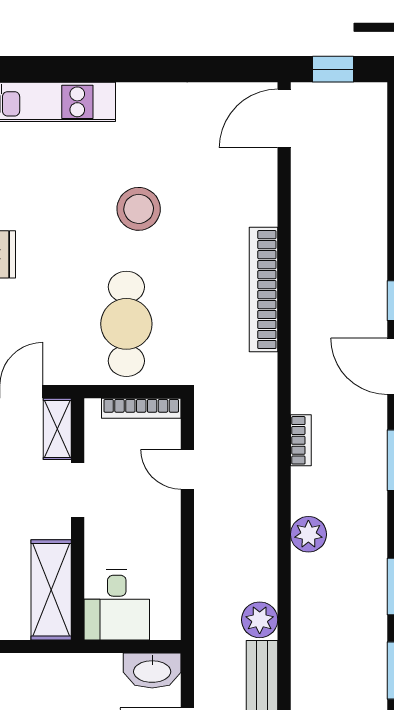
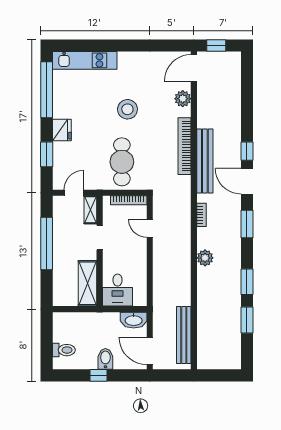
bench: (308, 322) -> (205, 161), added
plant: (260, 620) -> (183, 99), moved

